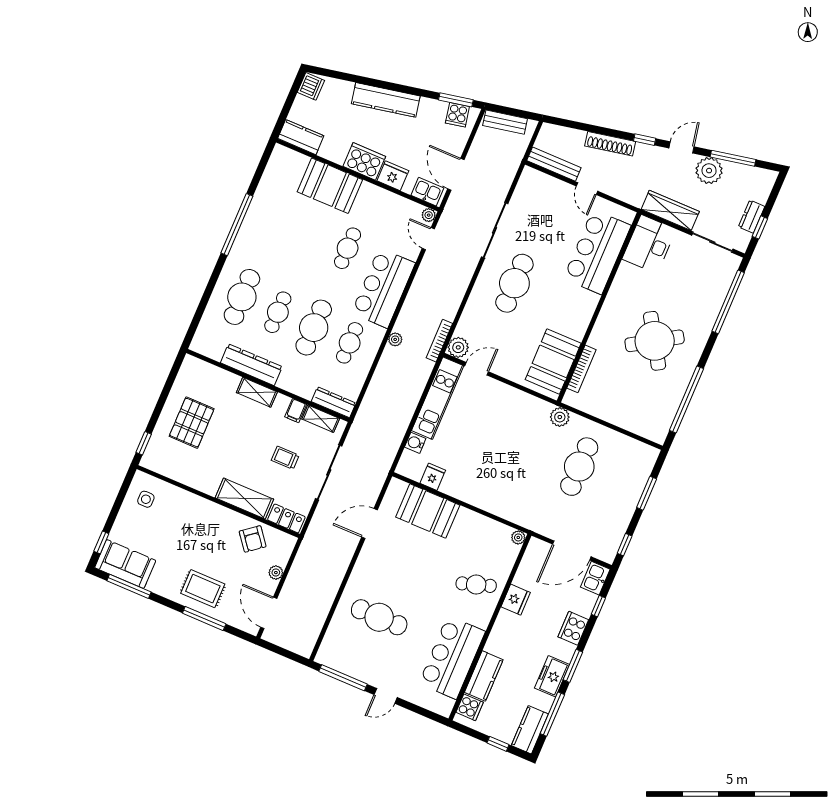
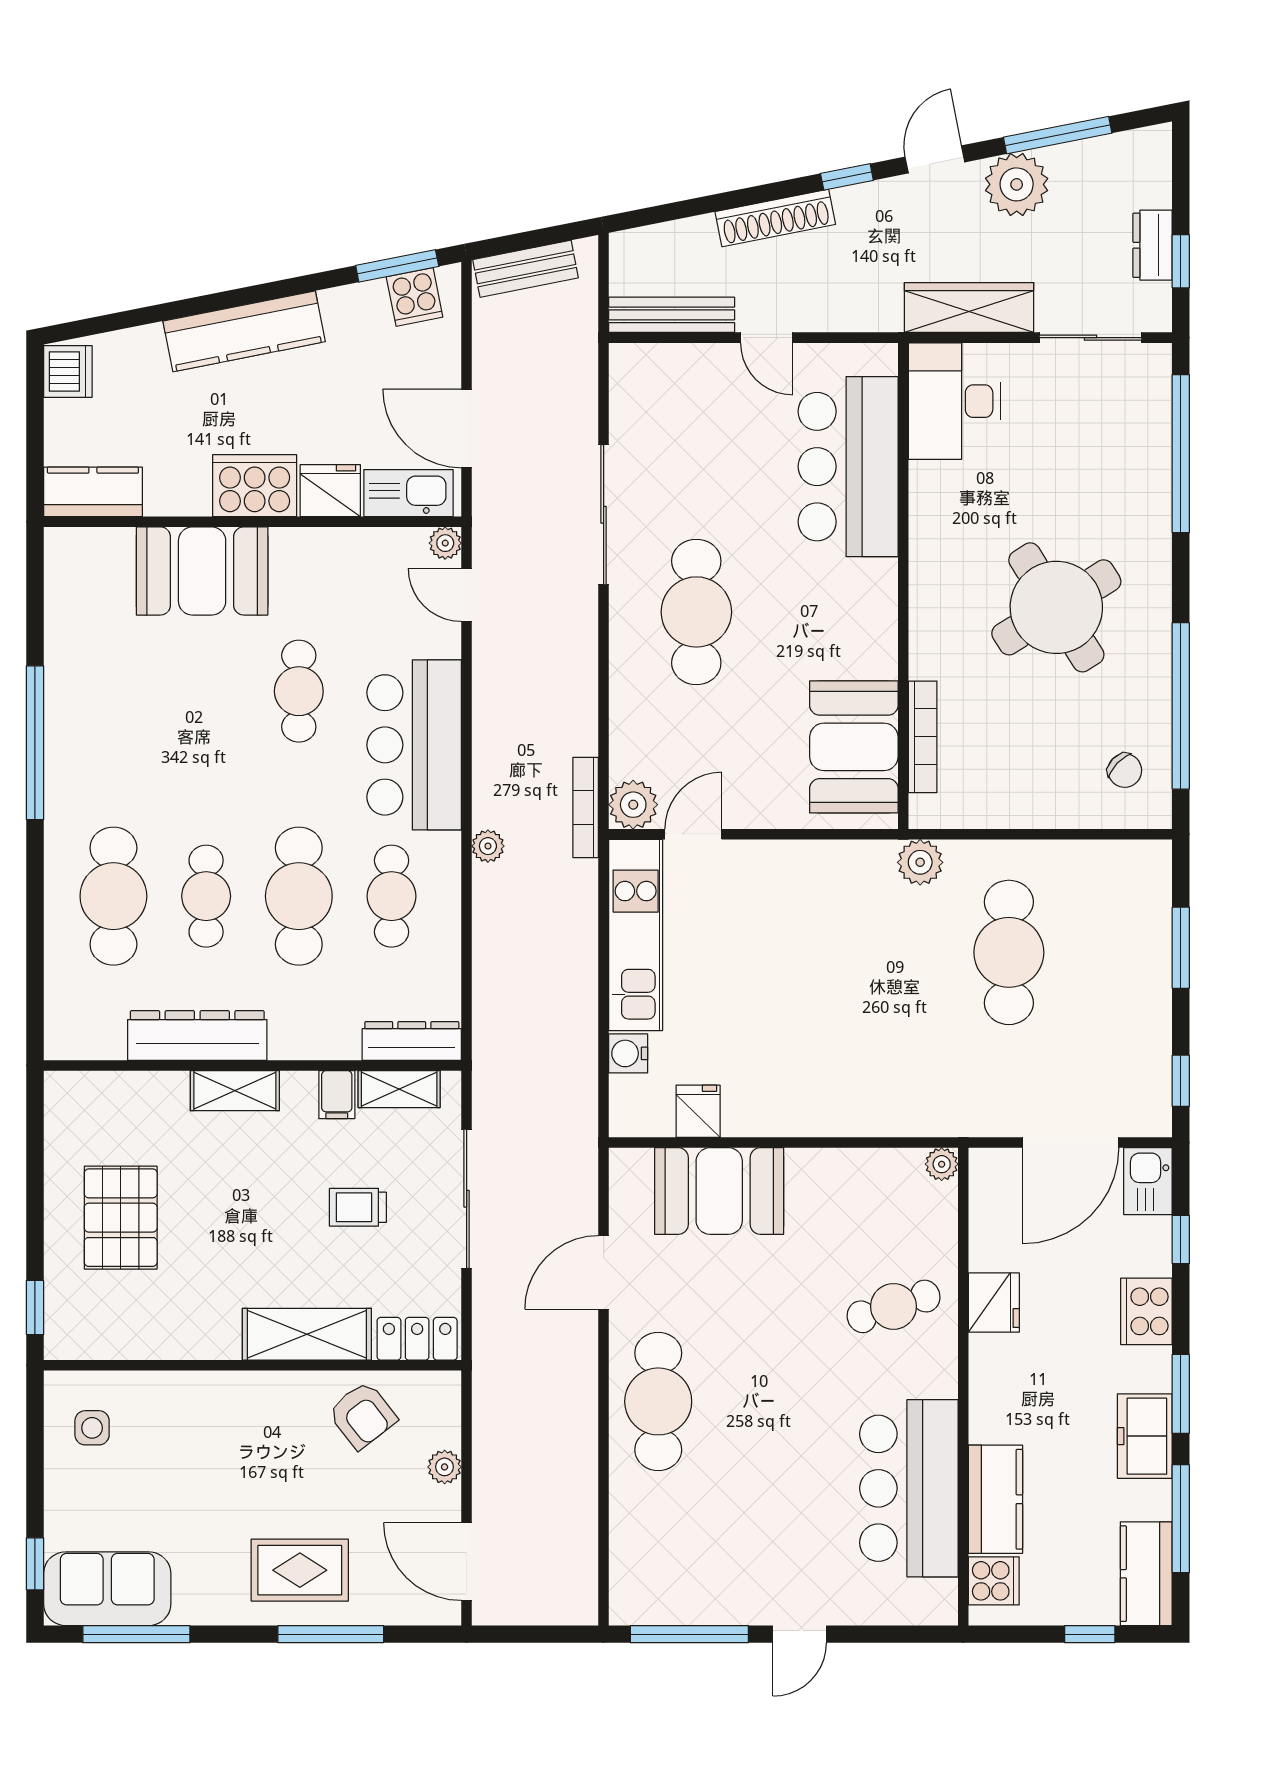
kitchen sink: (427, 192) -> (408, 493), width x1.38
chair: (654, 415) -> (1125, 771), added
cafe table: (379, 617) -> (658, 1401), moved, turned 90

